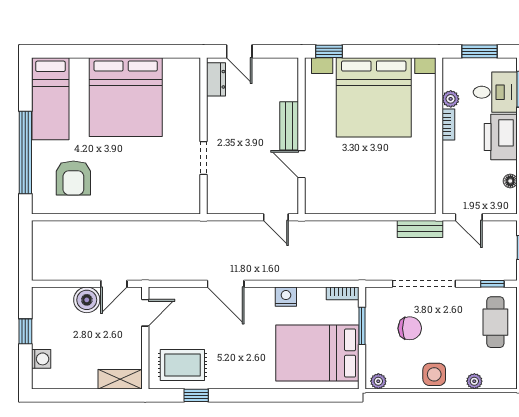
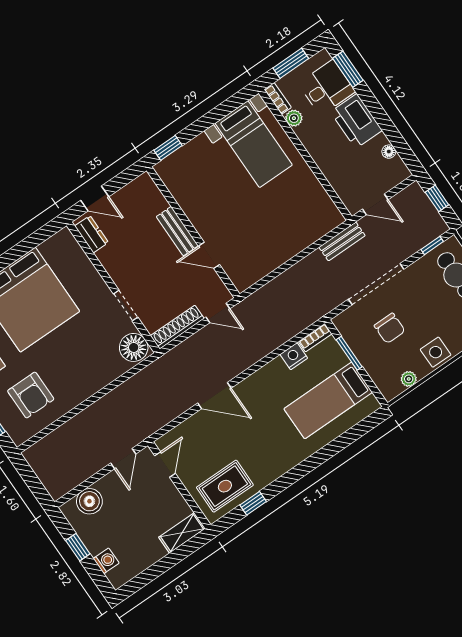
bed with nightstands: (374, 97) -> (254, 144), width x0.54
bookcase: (448, 125) -> (278, 99), moved
floor lamp: (186, 198) -> (134, 347), added
shoe rack: (234, 206) -> (177, 327), added
nightstand: (286, 297) -> (294, 356), moved
boiler: (87, 300) -> (89, 501), moved
chair: (410, 328) -> (390, 328), turned 90
bed: (317, 353) -> (328, 400), width x0.67
plant: (378, 381) -> (409, 379), moved

